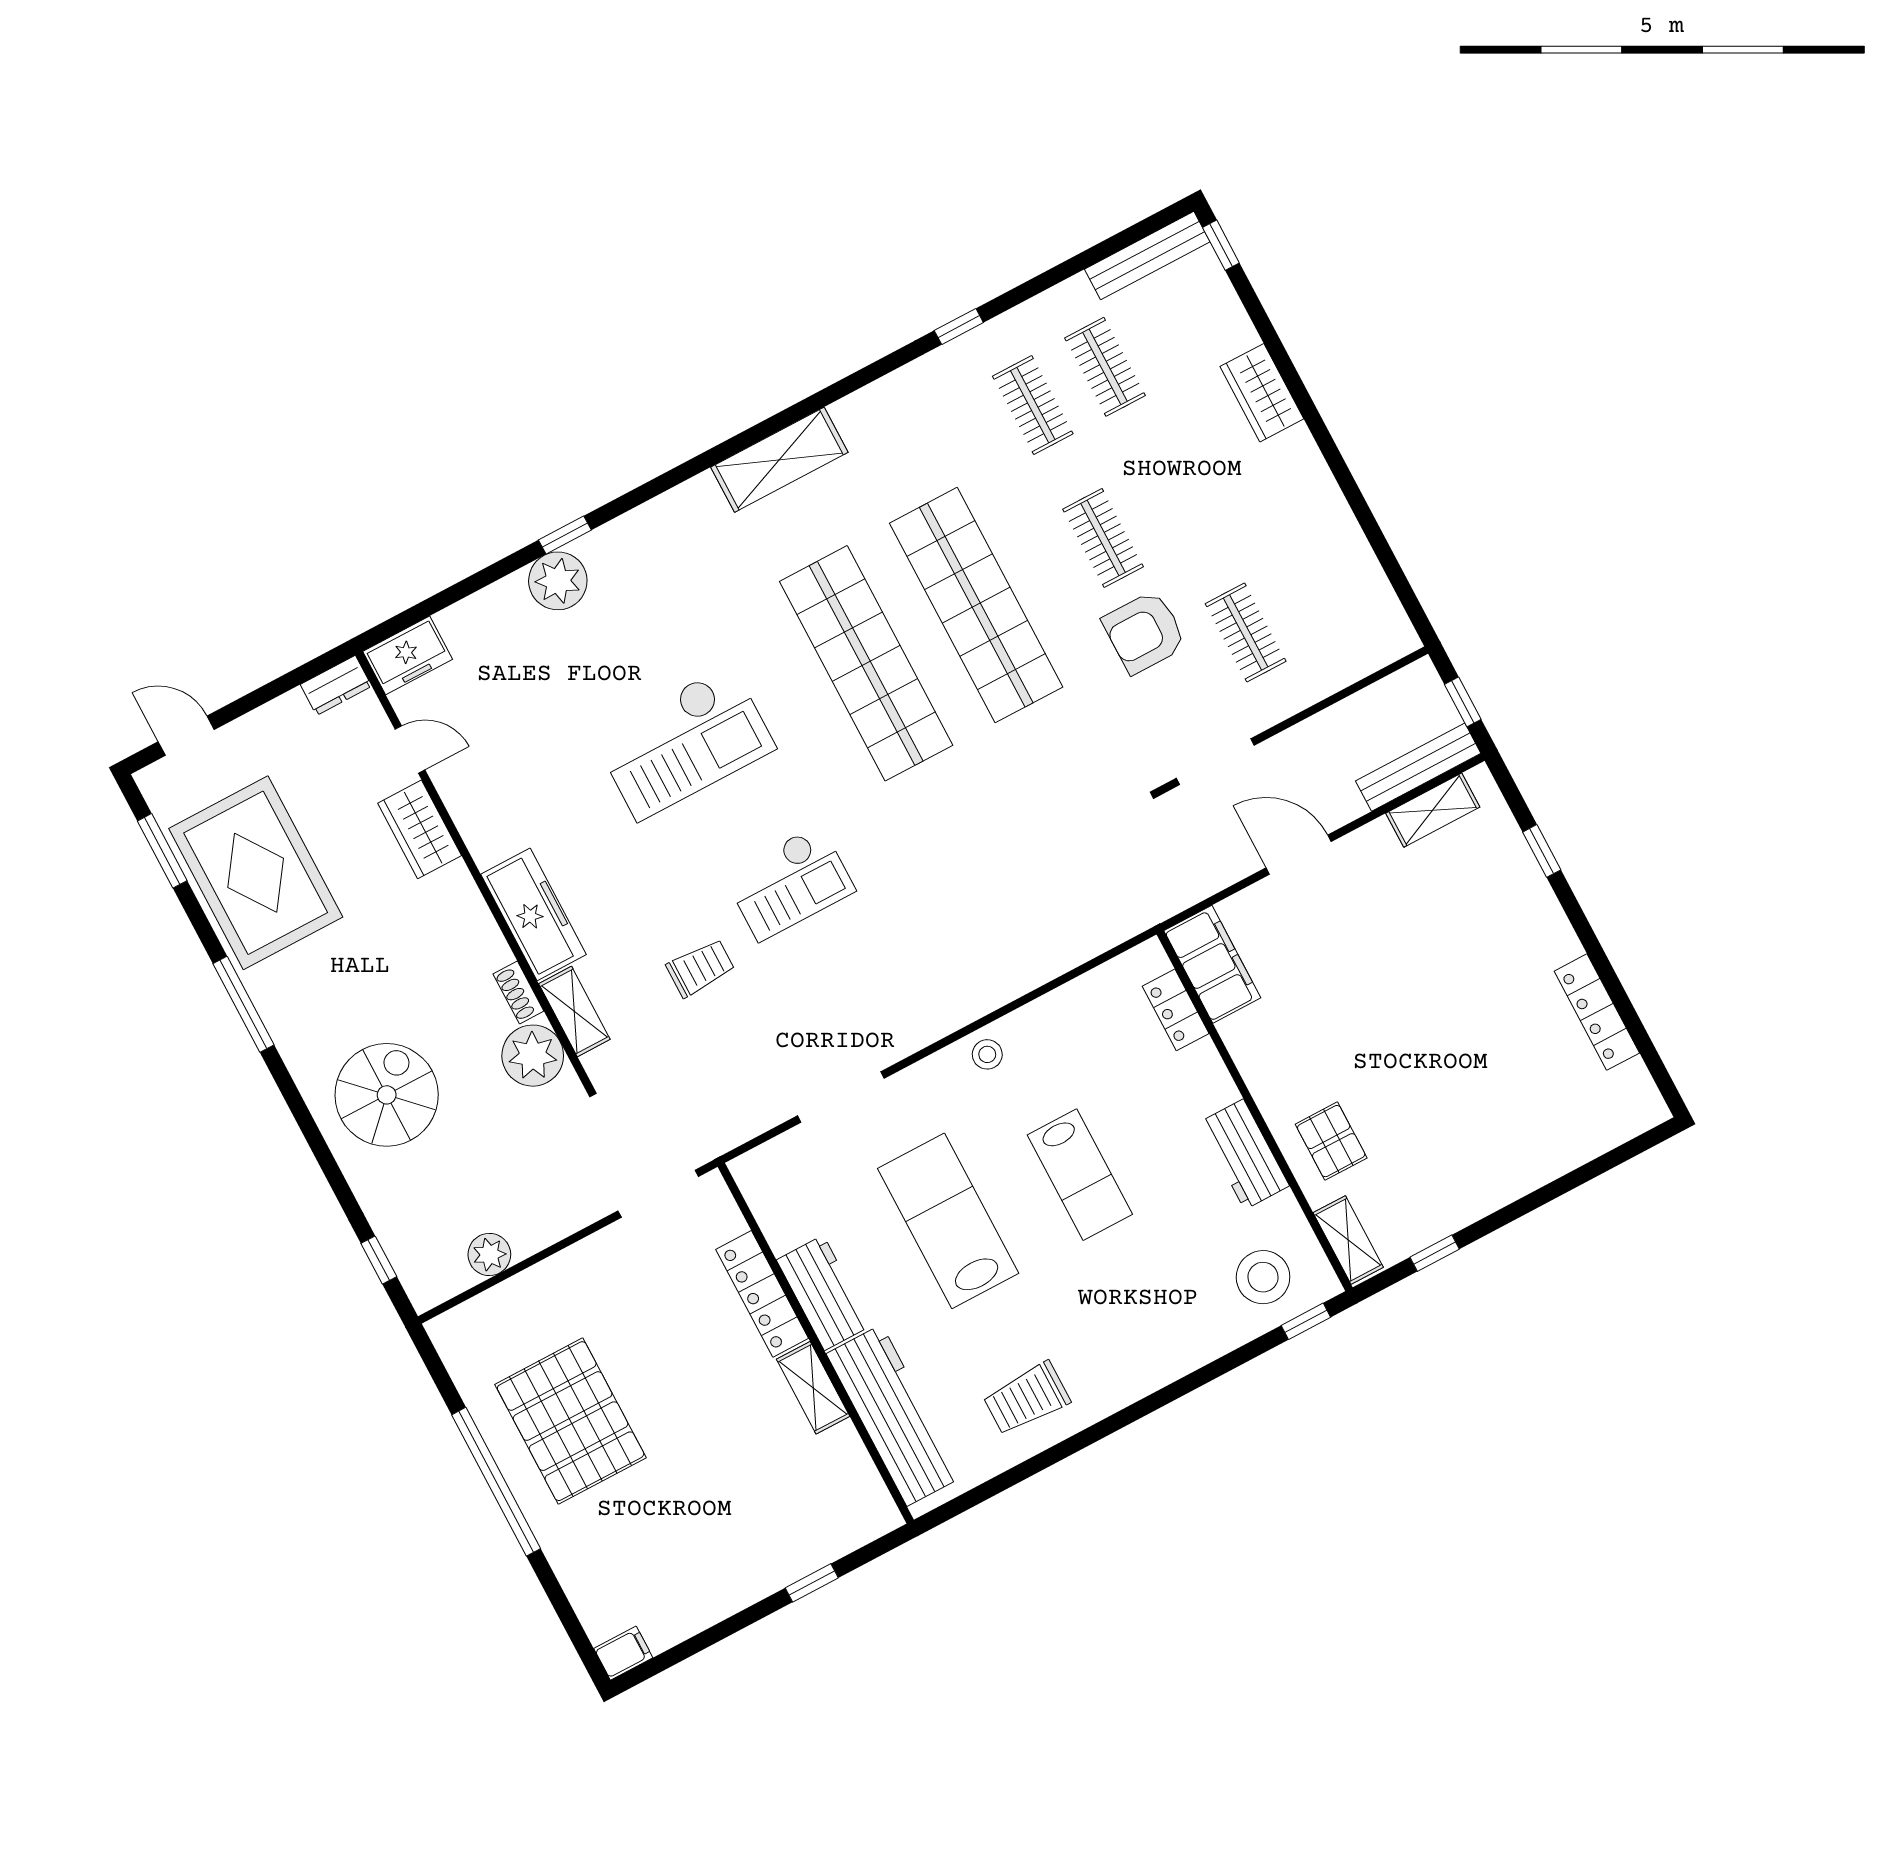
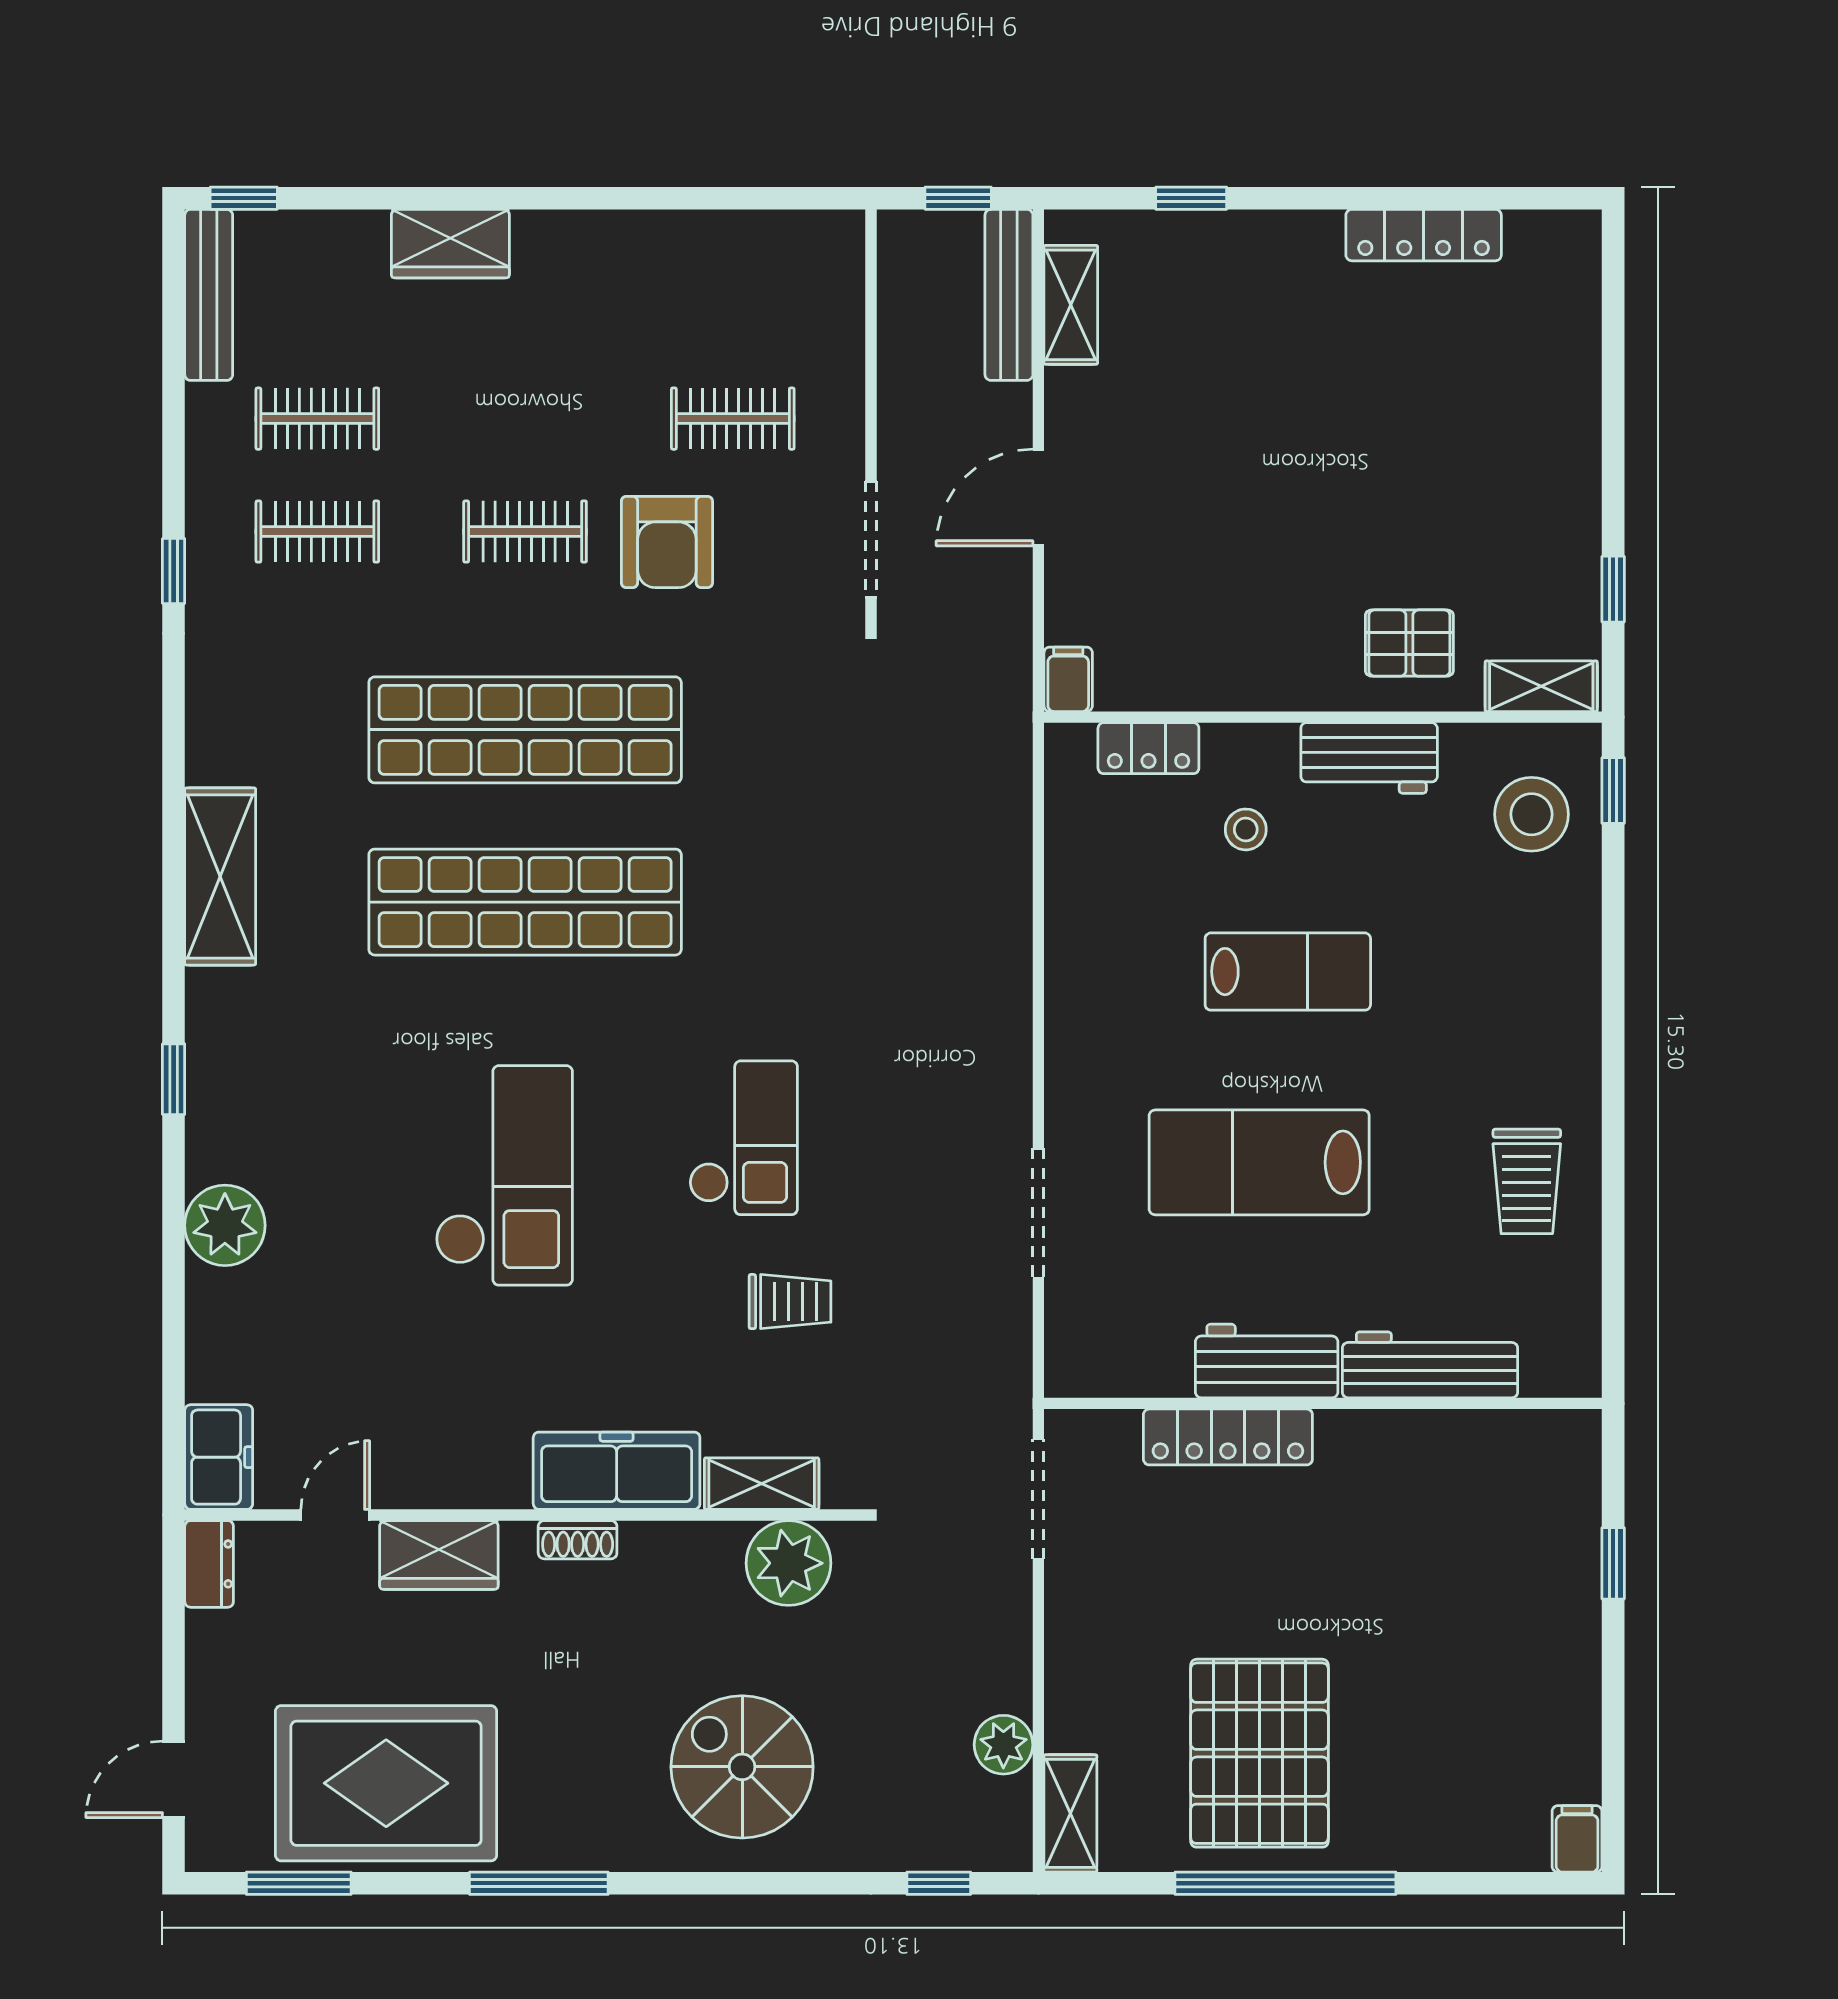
window: (565, 535) -> (174, 1079), moved
filing cabinet: (1212, 964) -> (1068, 679), width x0.33, depth x0.86
trolley: (700, 968) -> (790, 1302), turned 90
shoe rack: (518, 992) -> (578, 1540), moved
stool: (987, 1054) -> (1246, 829), moved
shelving: (813, 1388) -> (1070, 1813), moved, turned 90
workbench: (894, 1415) -> (1430, 1365), width x0.73, depth x0.76
pallet: (571, 1421) -> (1259, 1753), turned 90

